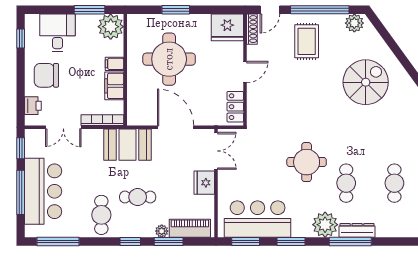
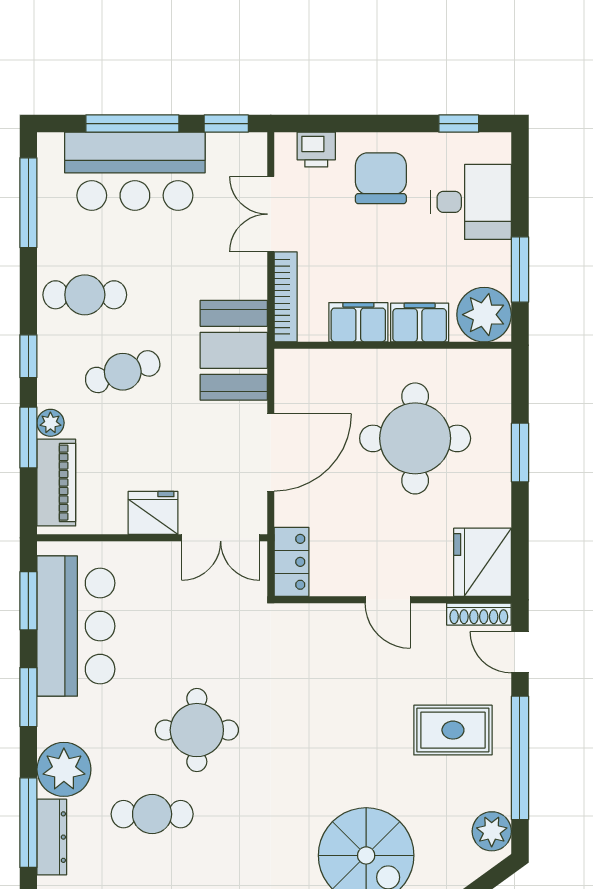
filing cabinet: (114, 64) -> (420, 323), width x2.00
locker: (235, 107) -> (292, 562), moved, turned 90
cafe table: (138, 197) -> (123, 372), turned 72

